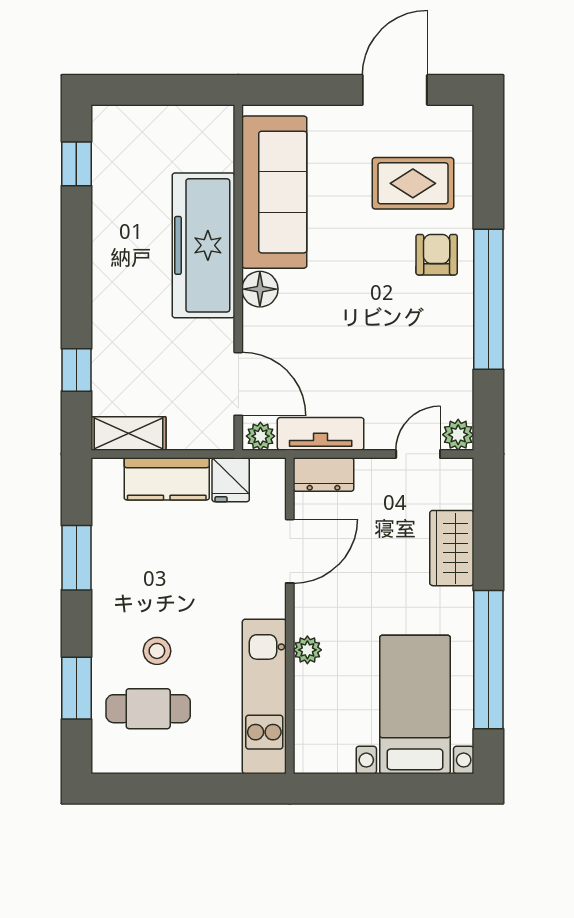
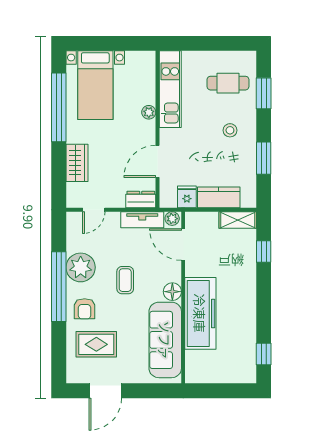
coffee table: (355, 312) -> (125, 280), added
plant: (458, 435) -> (81, 267), moved, width x1.88, depth x1.88
stool: (157, 651) -> (230, 130), moved

